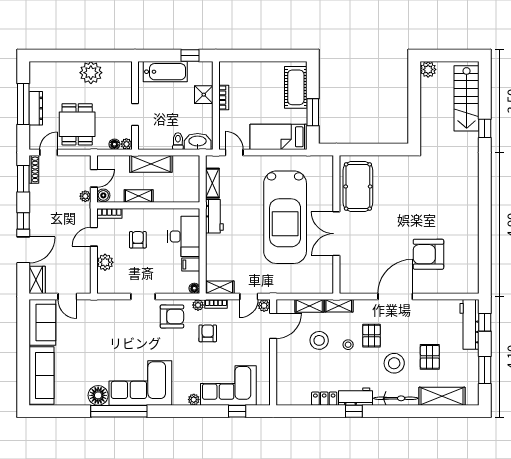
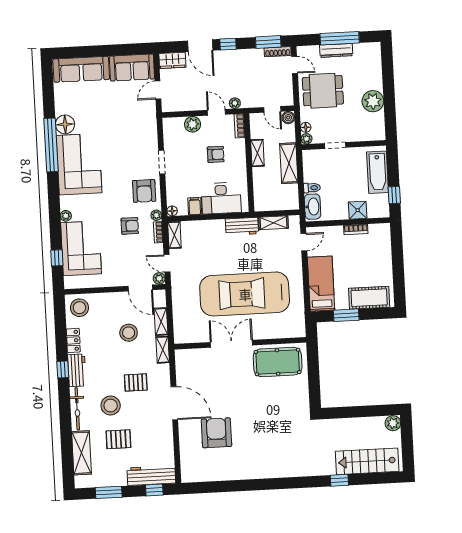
boiler: (103, 195) -> (288, 118), moved
plant: (85, 196) -> (235, 103), moved
stool: (348, 345) -> (79, 308), moved, width x1.89, depth x1.89

